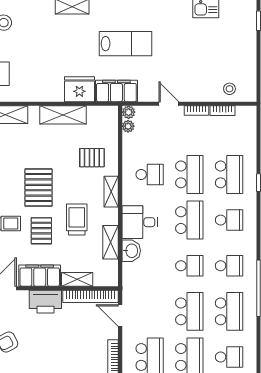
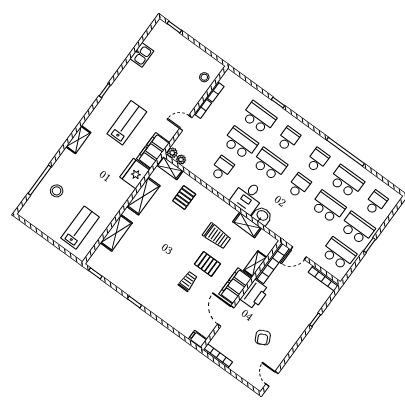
pallet: (39, 188) -> (178, 246), removed
shelving: (111, 192) -> (170, 168), moved
trolley: (77, 220) -> (217, 236), turned 180

